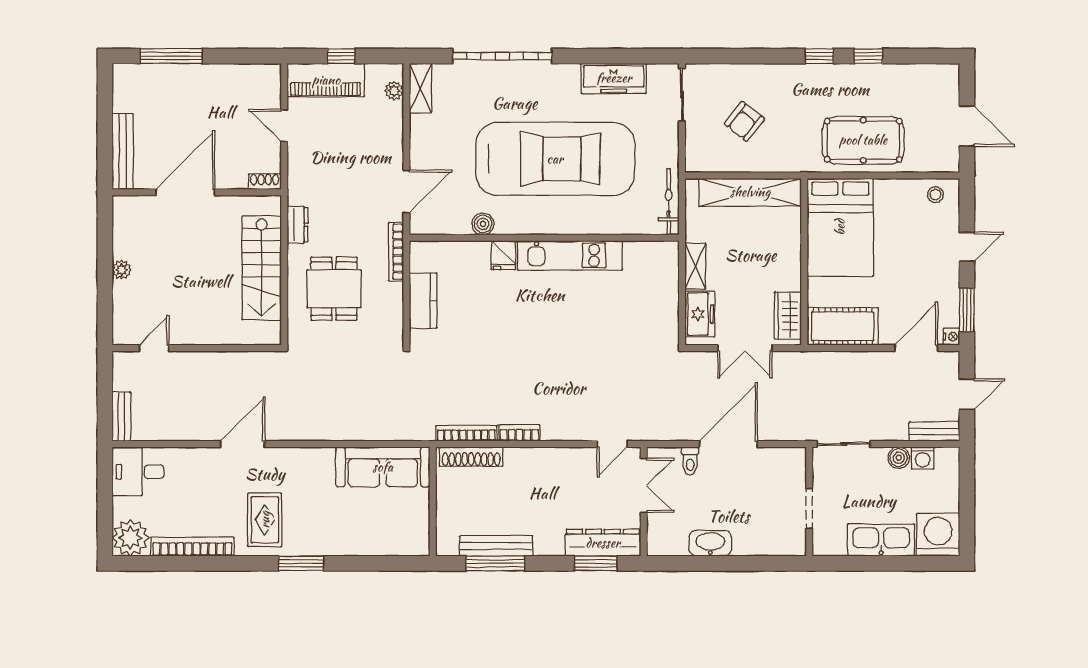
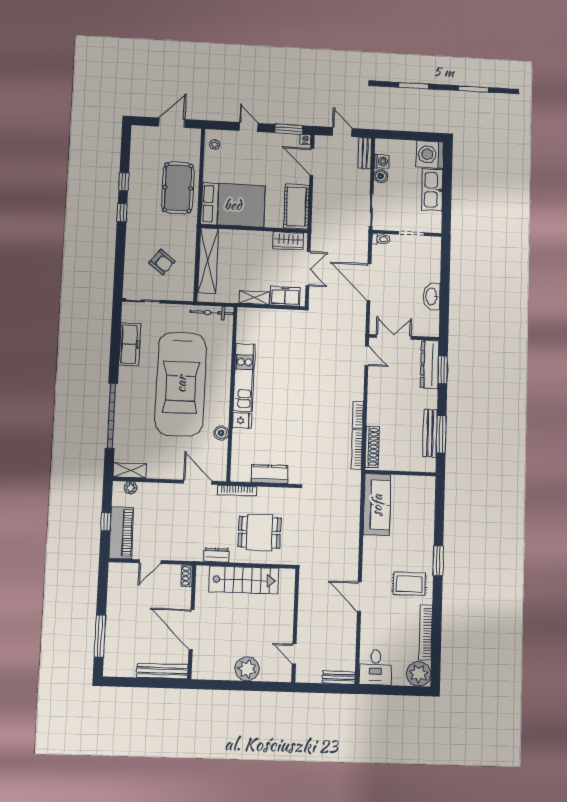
car: (555, 159) -> (181, 384), turned 180
plant: (122, 270) -> (247, 669), width x1.88, depth x1.88
toilet: (690, 461) -> (381, 239), moved

